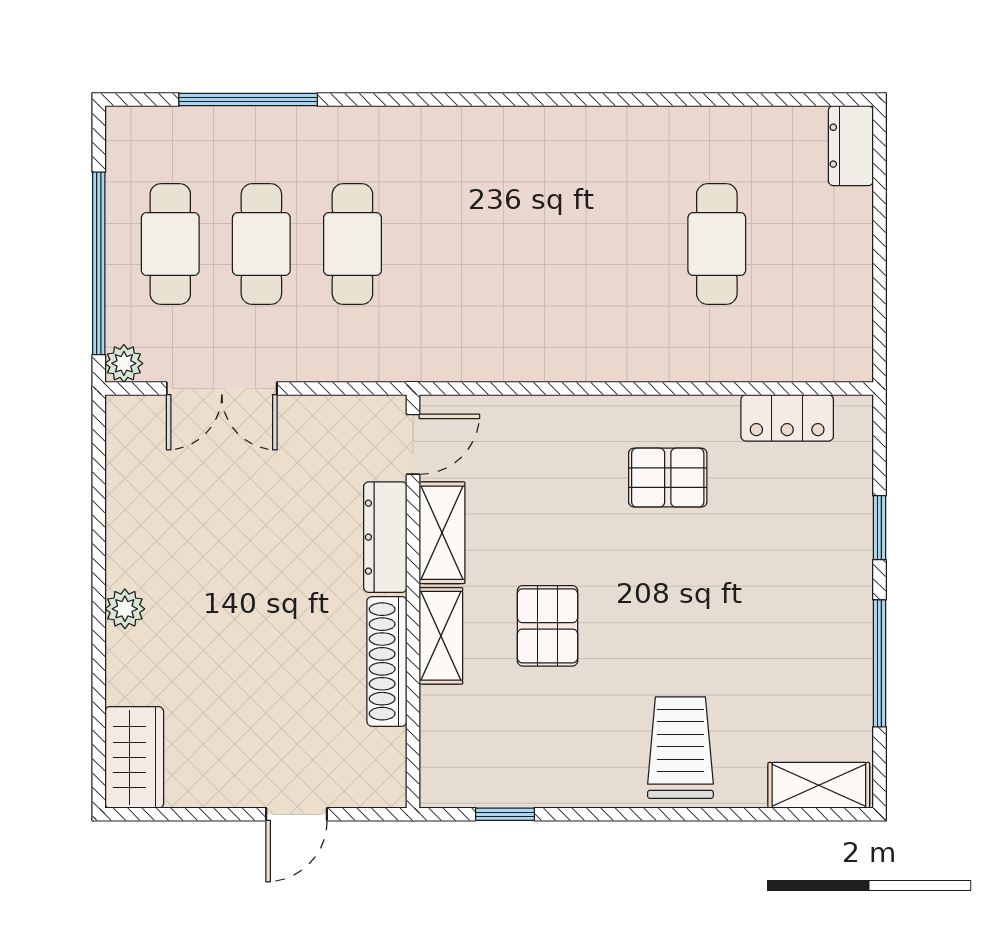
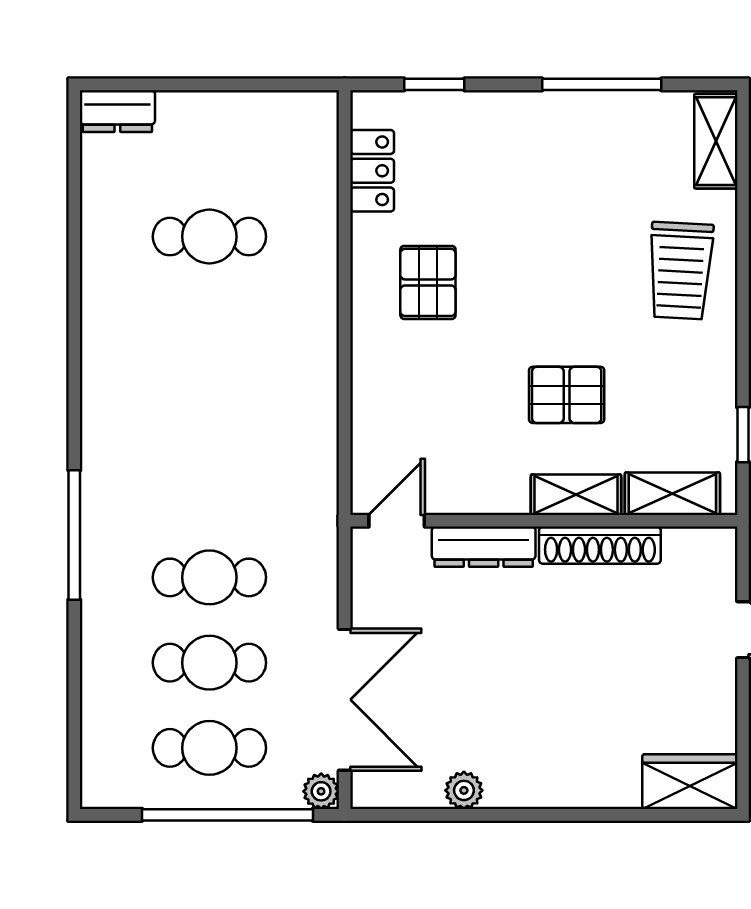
window: (248, 100) -> (74, 535), moved
double door: (222, 388) -> (345, 700), width x1.37
door: (413, 444) -> (397, 521), hinge flipped
window: (879, 528) -> (434, 84), moved
shelving: (442, 533) -> (672, 494), moved
plant: (125, 609) -> (464, 790), moved
trolley: (680, 748) -> (681, 271), turned -87

